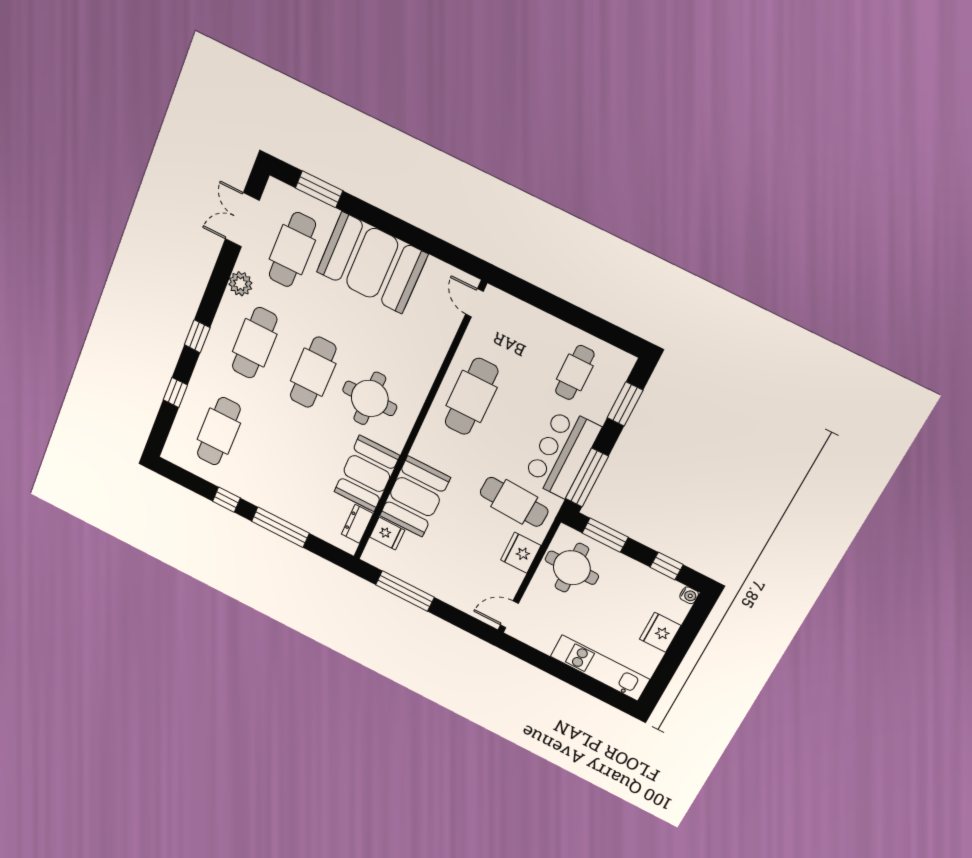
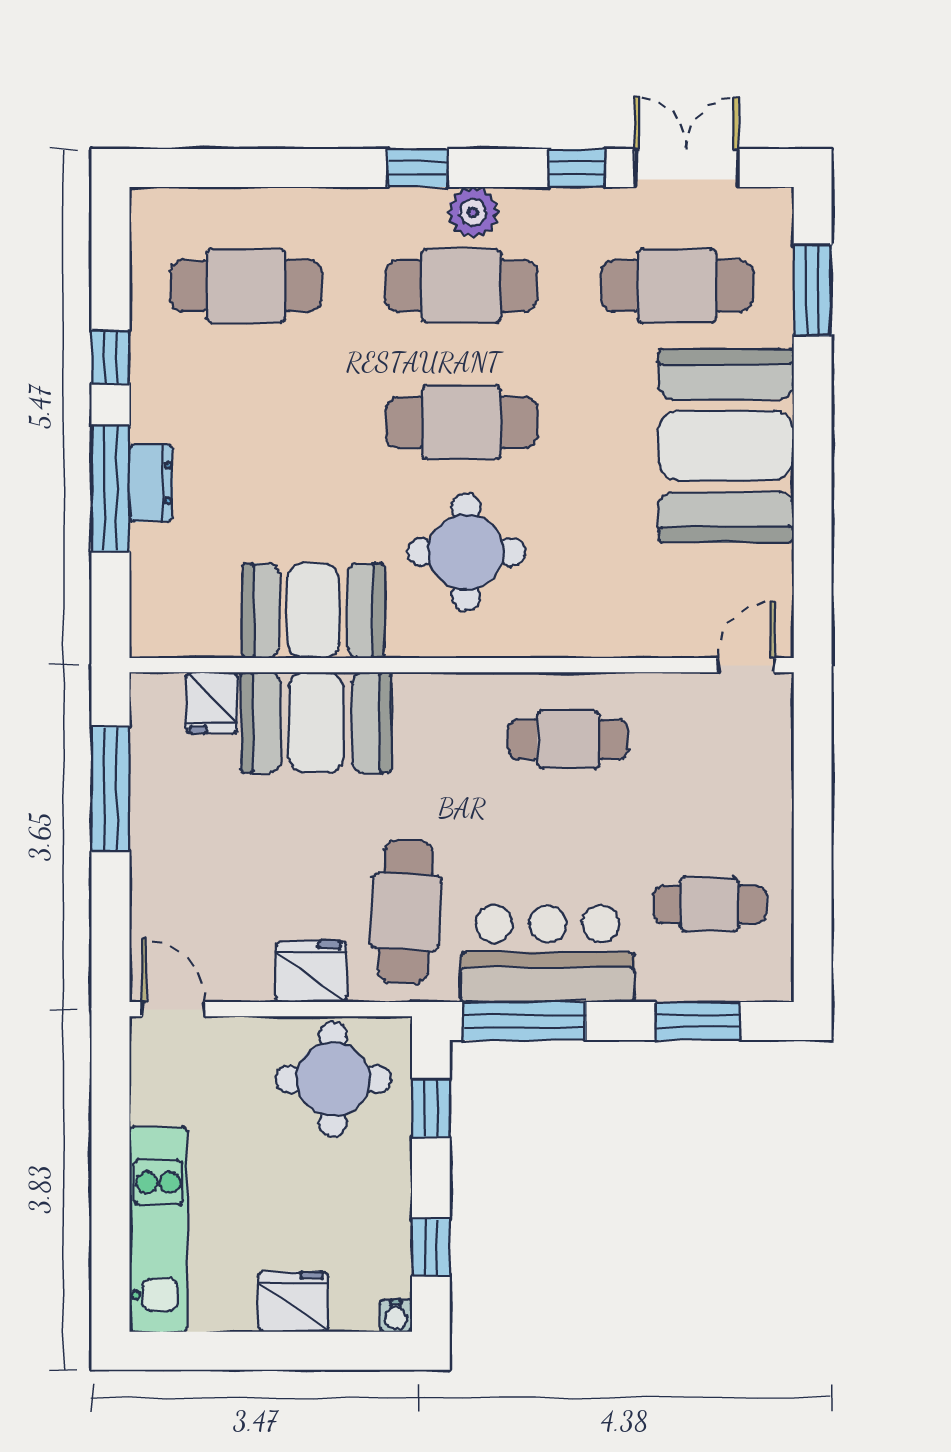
plant: (240, 284) -> (473, 212), moved
window: (175, 392) -> (577, 168), moved
cafe table: (471, 397) -> (568, 740), width x0.73, depth x0.74
dresser: (357, 524) -> (151, 483), moved, turned 90
window: (605, 535) -> (431, 1108), width x0.67

